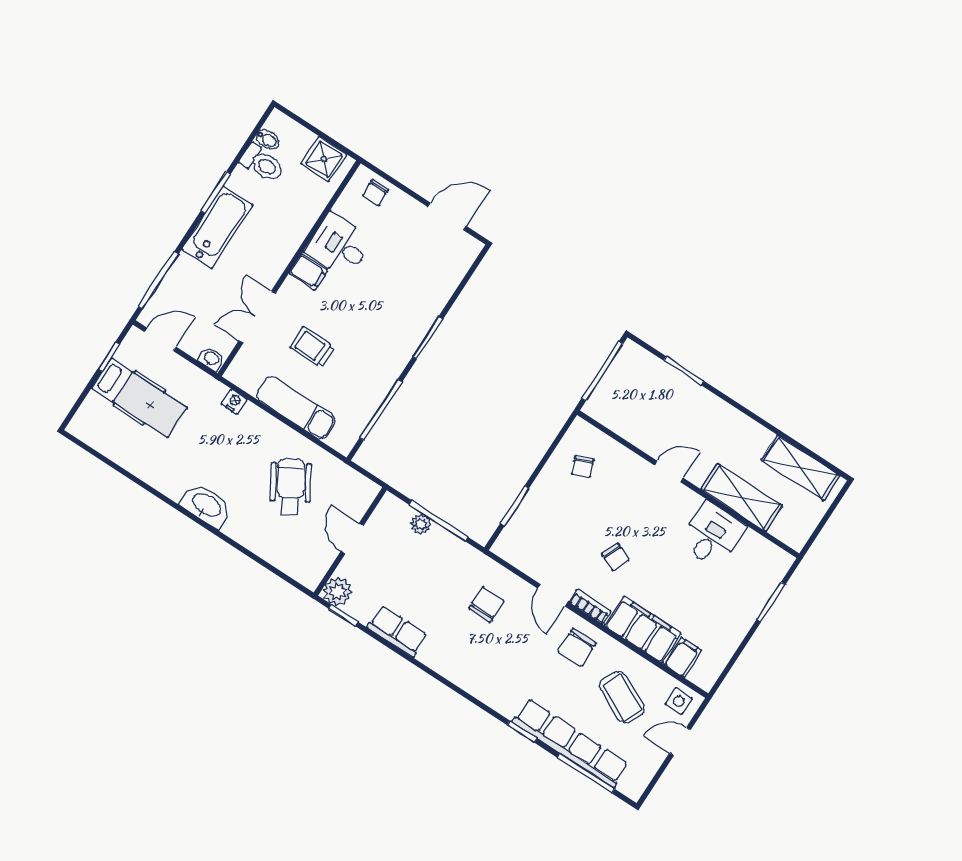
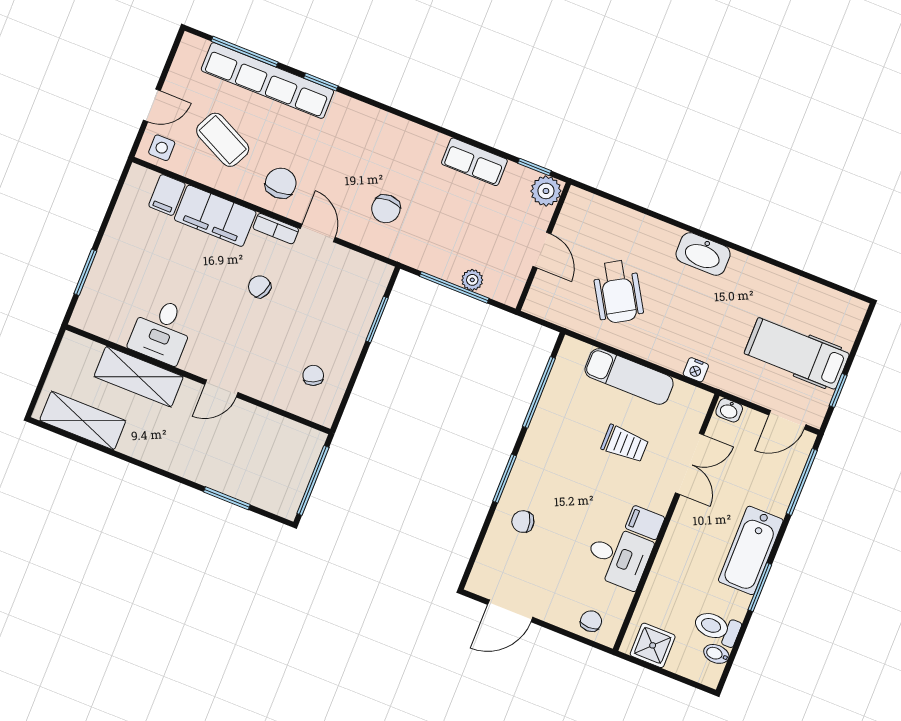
chair: (419, 295) -> (523, 522), added

